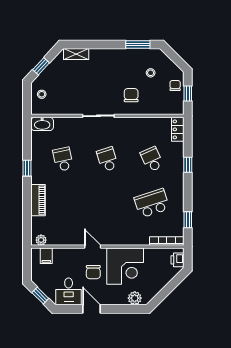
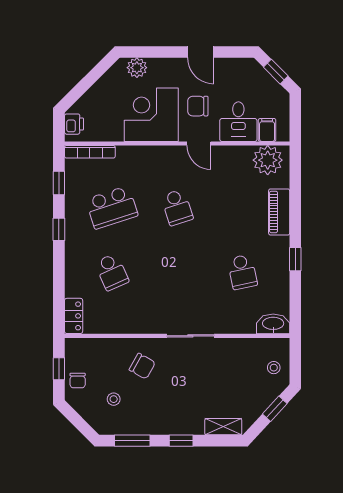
window: (105, 45) -> (181, 441), added
chair: (131, 95) -> (142, 366), turned -61
school desk: (107, 159) -> (177, 207), moved
window: (188, 165) -> (59, 229), moved
plant: (41, 240) -> (268, 160), width x1.88, depth x1.88
chair: (93, 272) -> (198, 106), turned -90
desk: (69, 291) -> (238, 122), moved, turned 180

